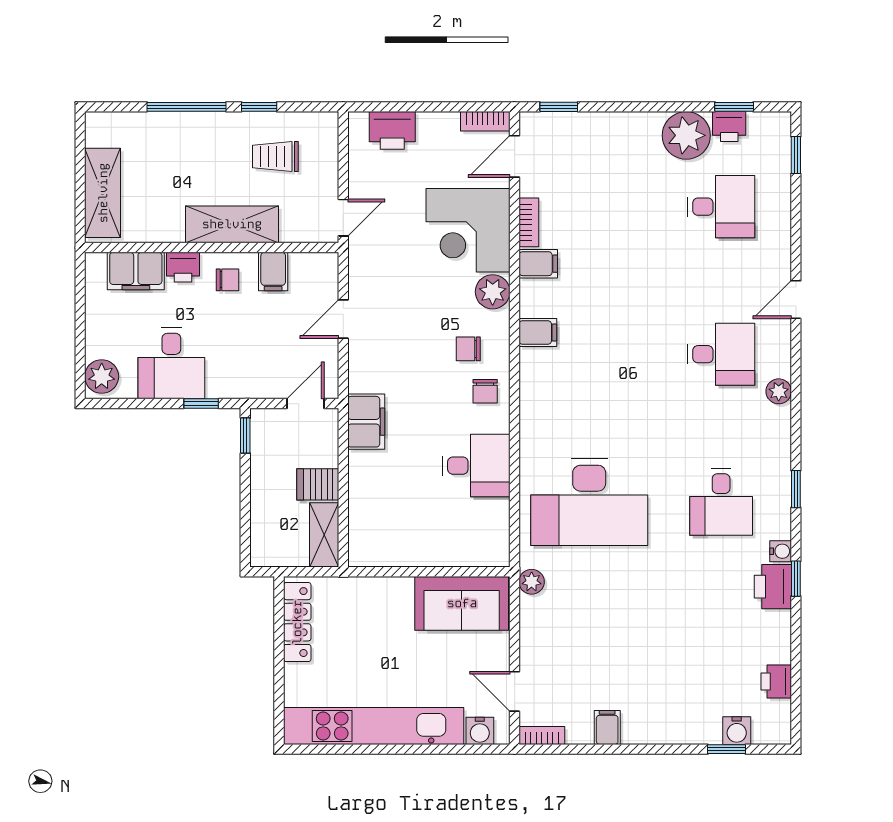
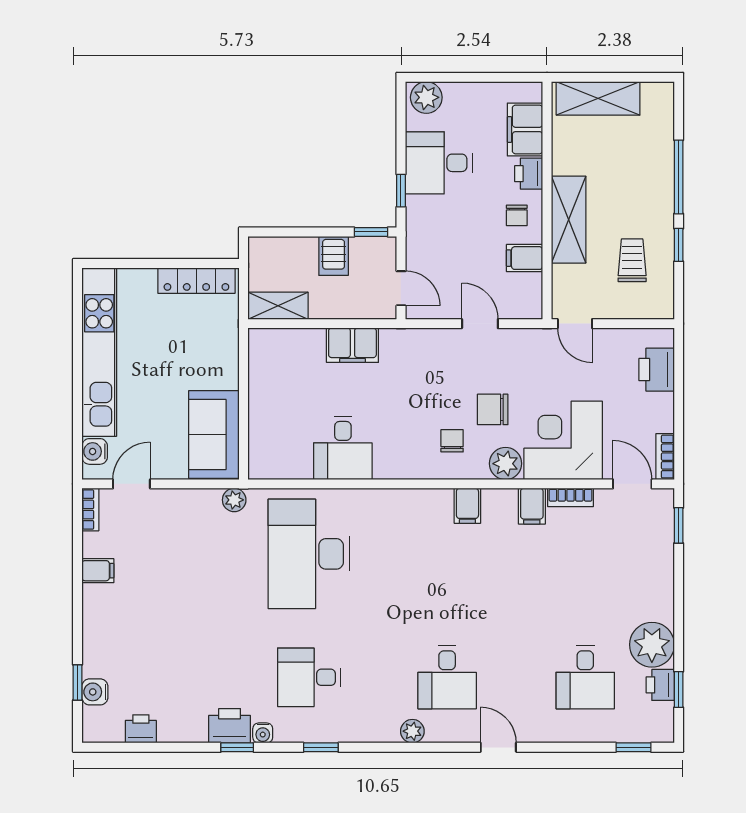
chair: (485, 391) -> (493, 409), moved, width x1.37, depth x1.37
filing cabinet: (366, 422) -> (352, 345), moved
server rack: (318, 484) -> (334, 256), moved, turned 180

